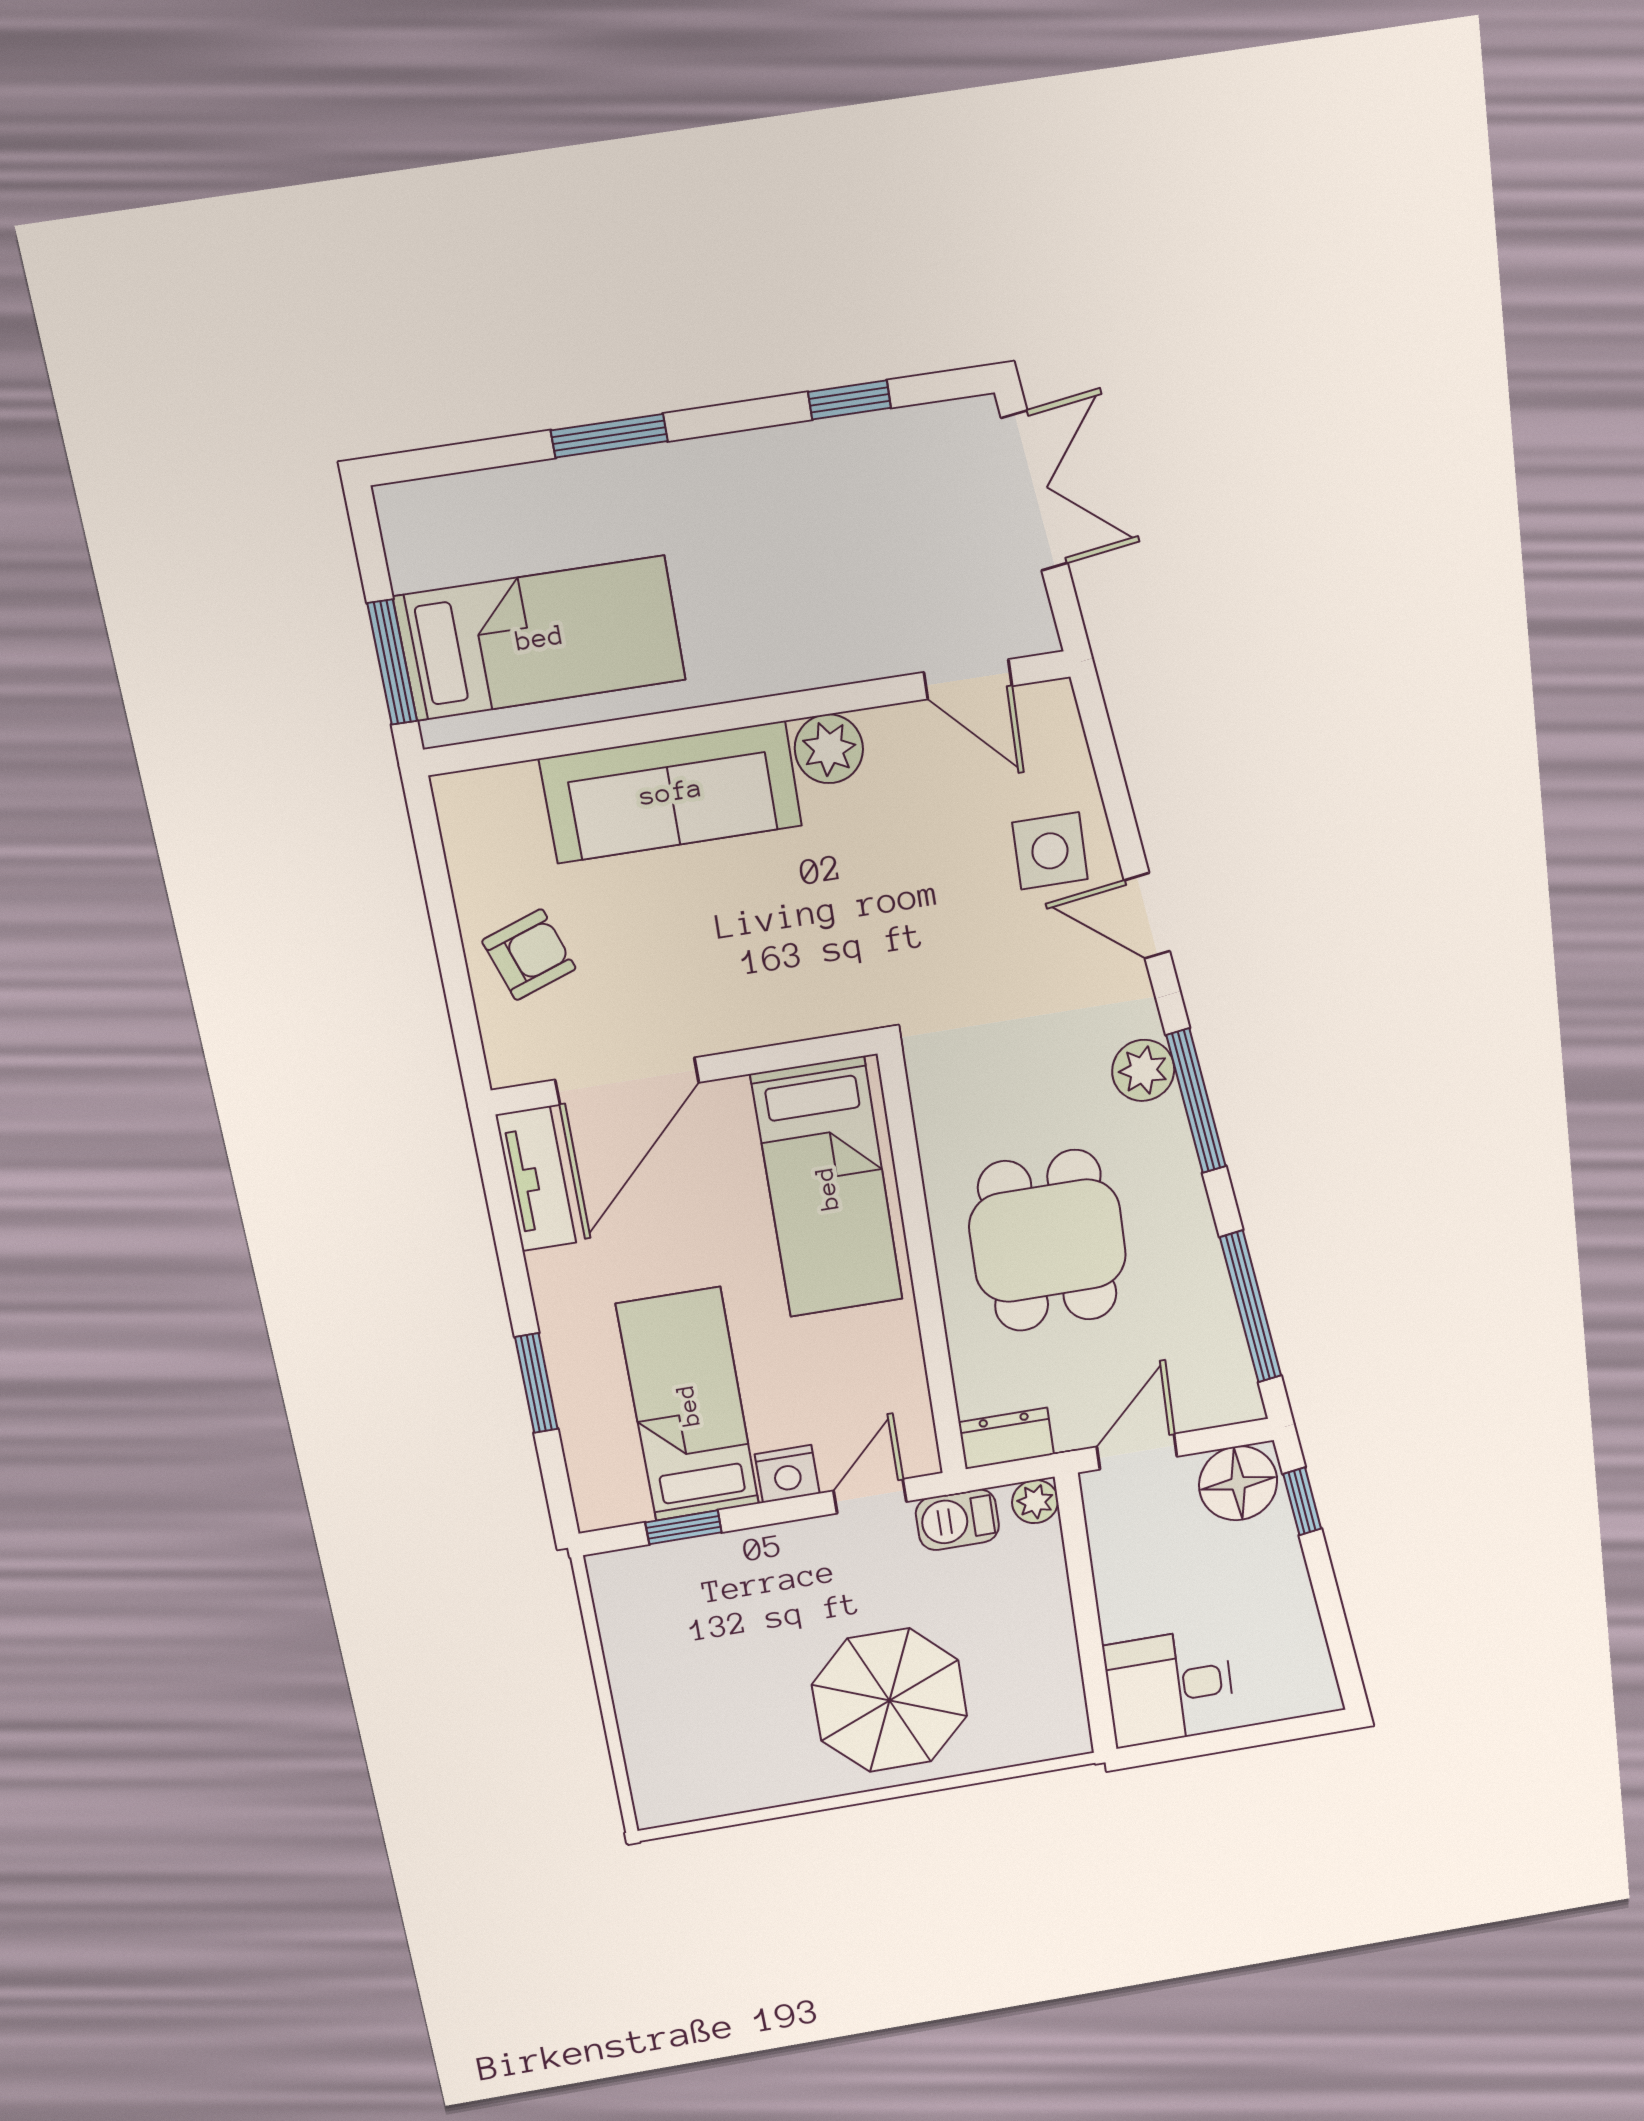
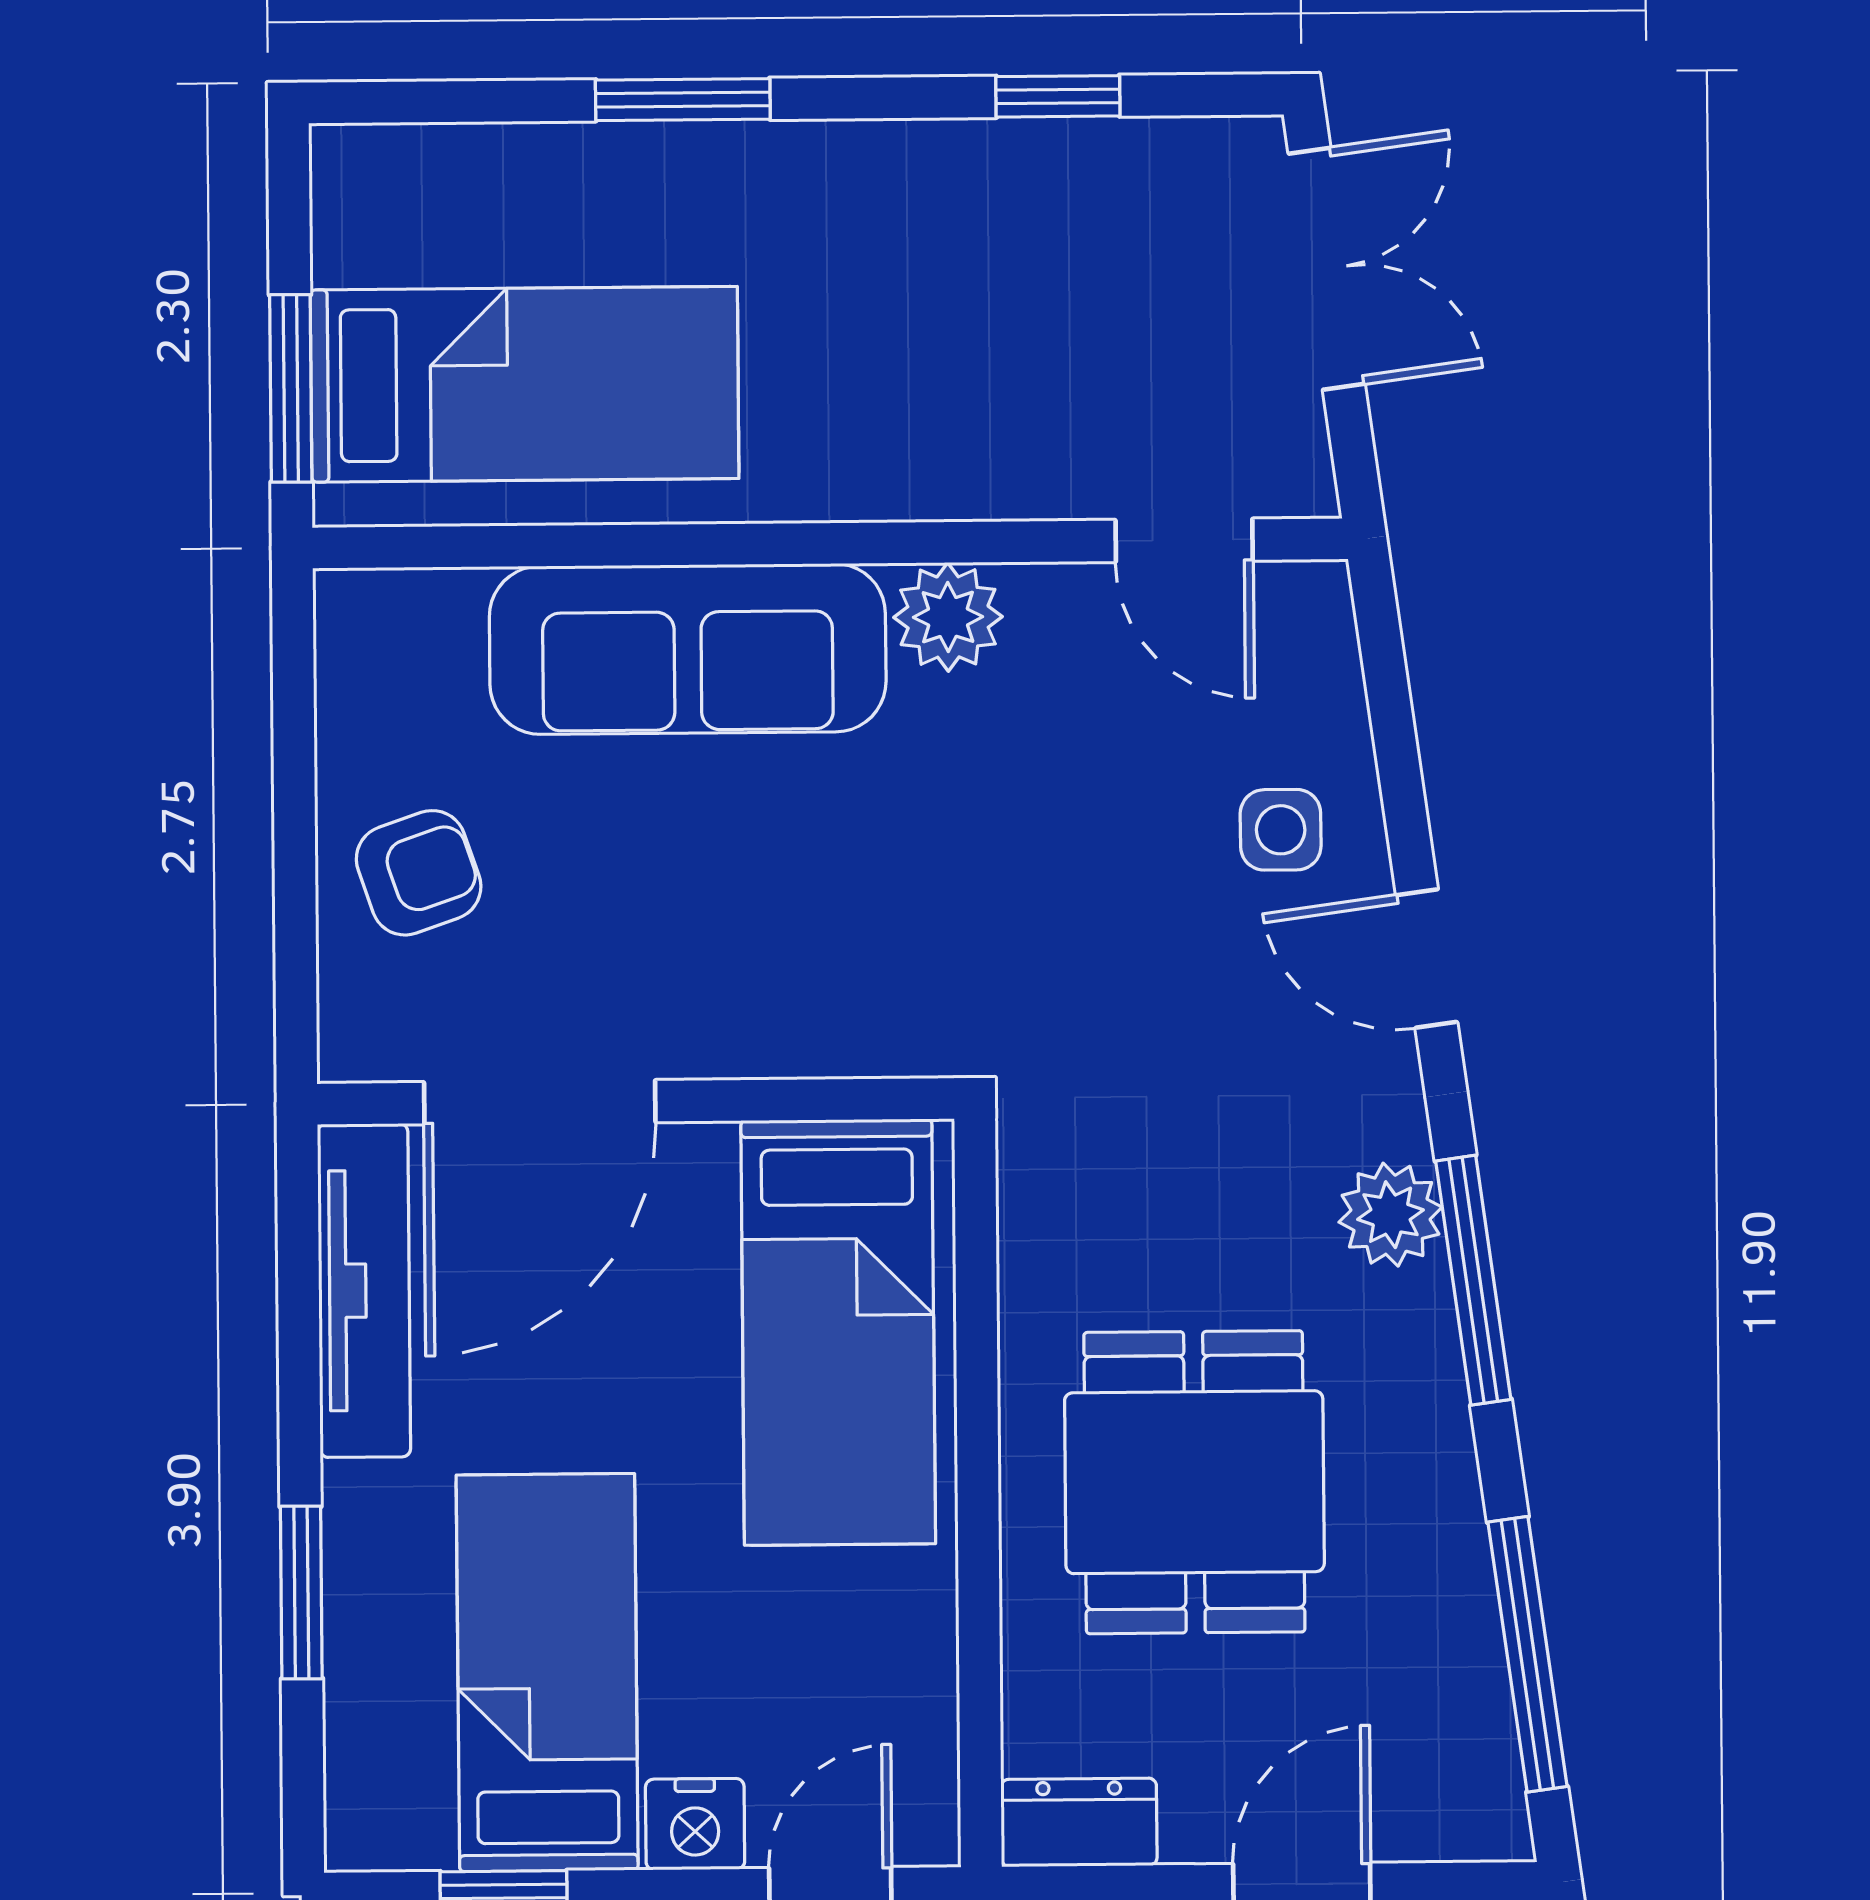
side table: (1050, 851) -> (1281, 830), width x0.73, depth x0.73
tv unit: (536, 1179) -> (364, 1291), width x1.41

